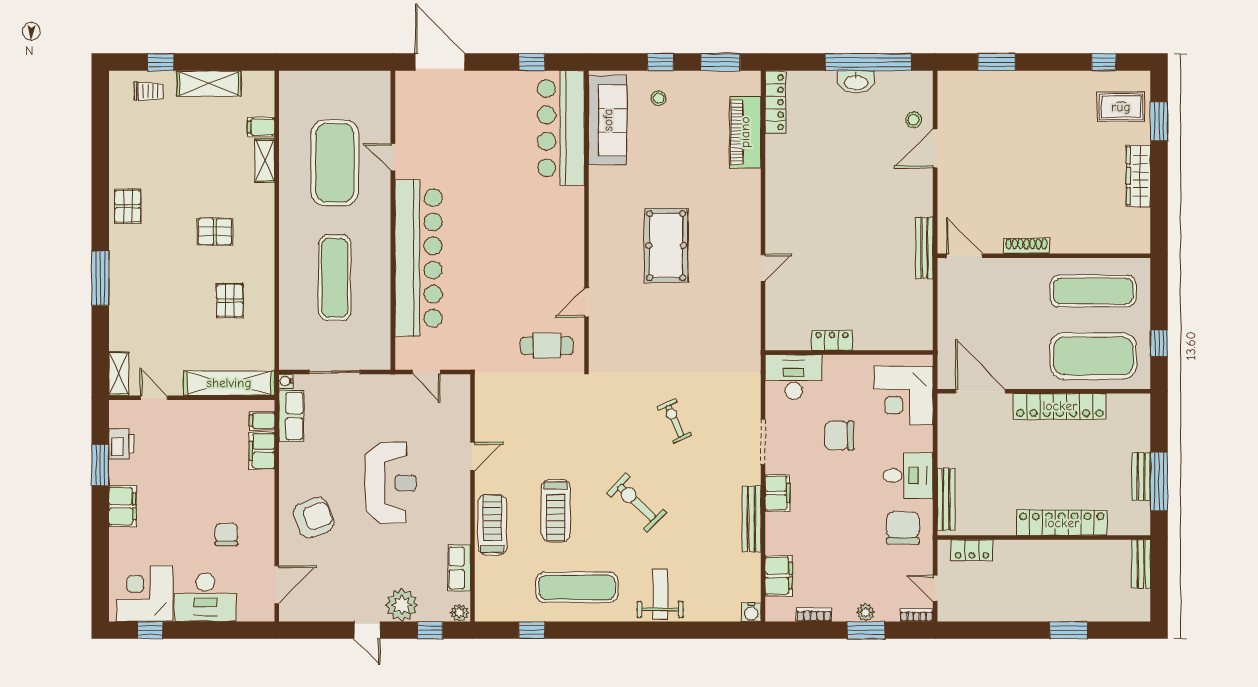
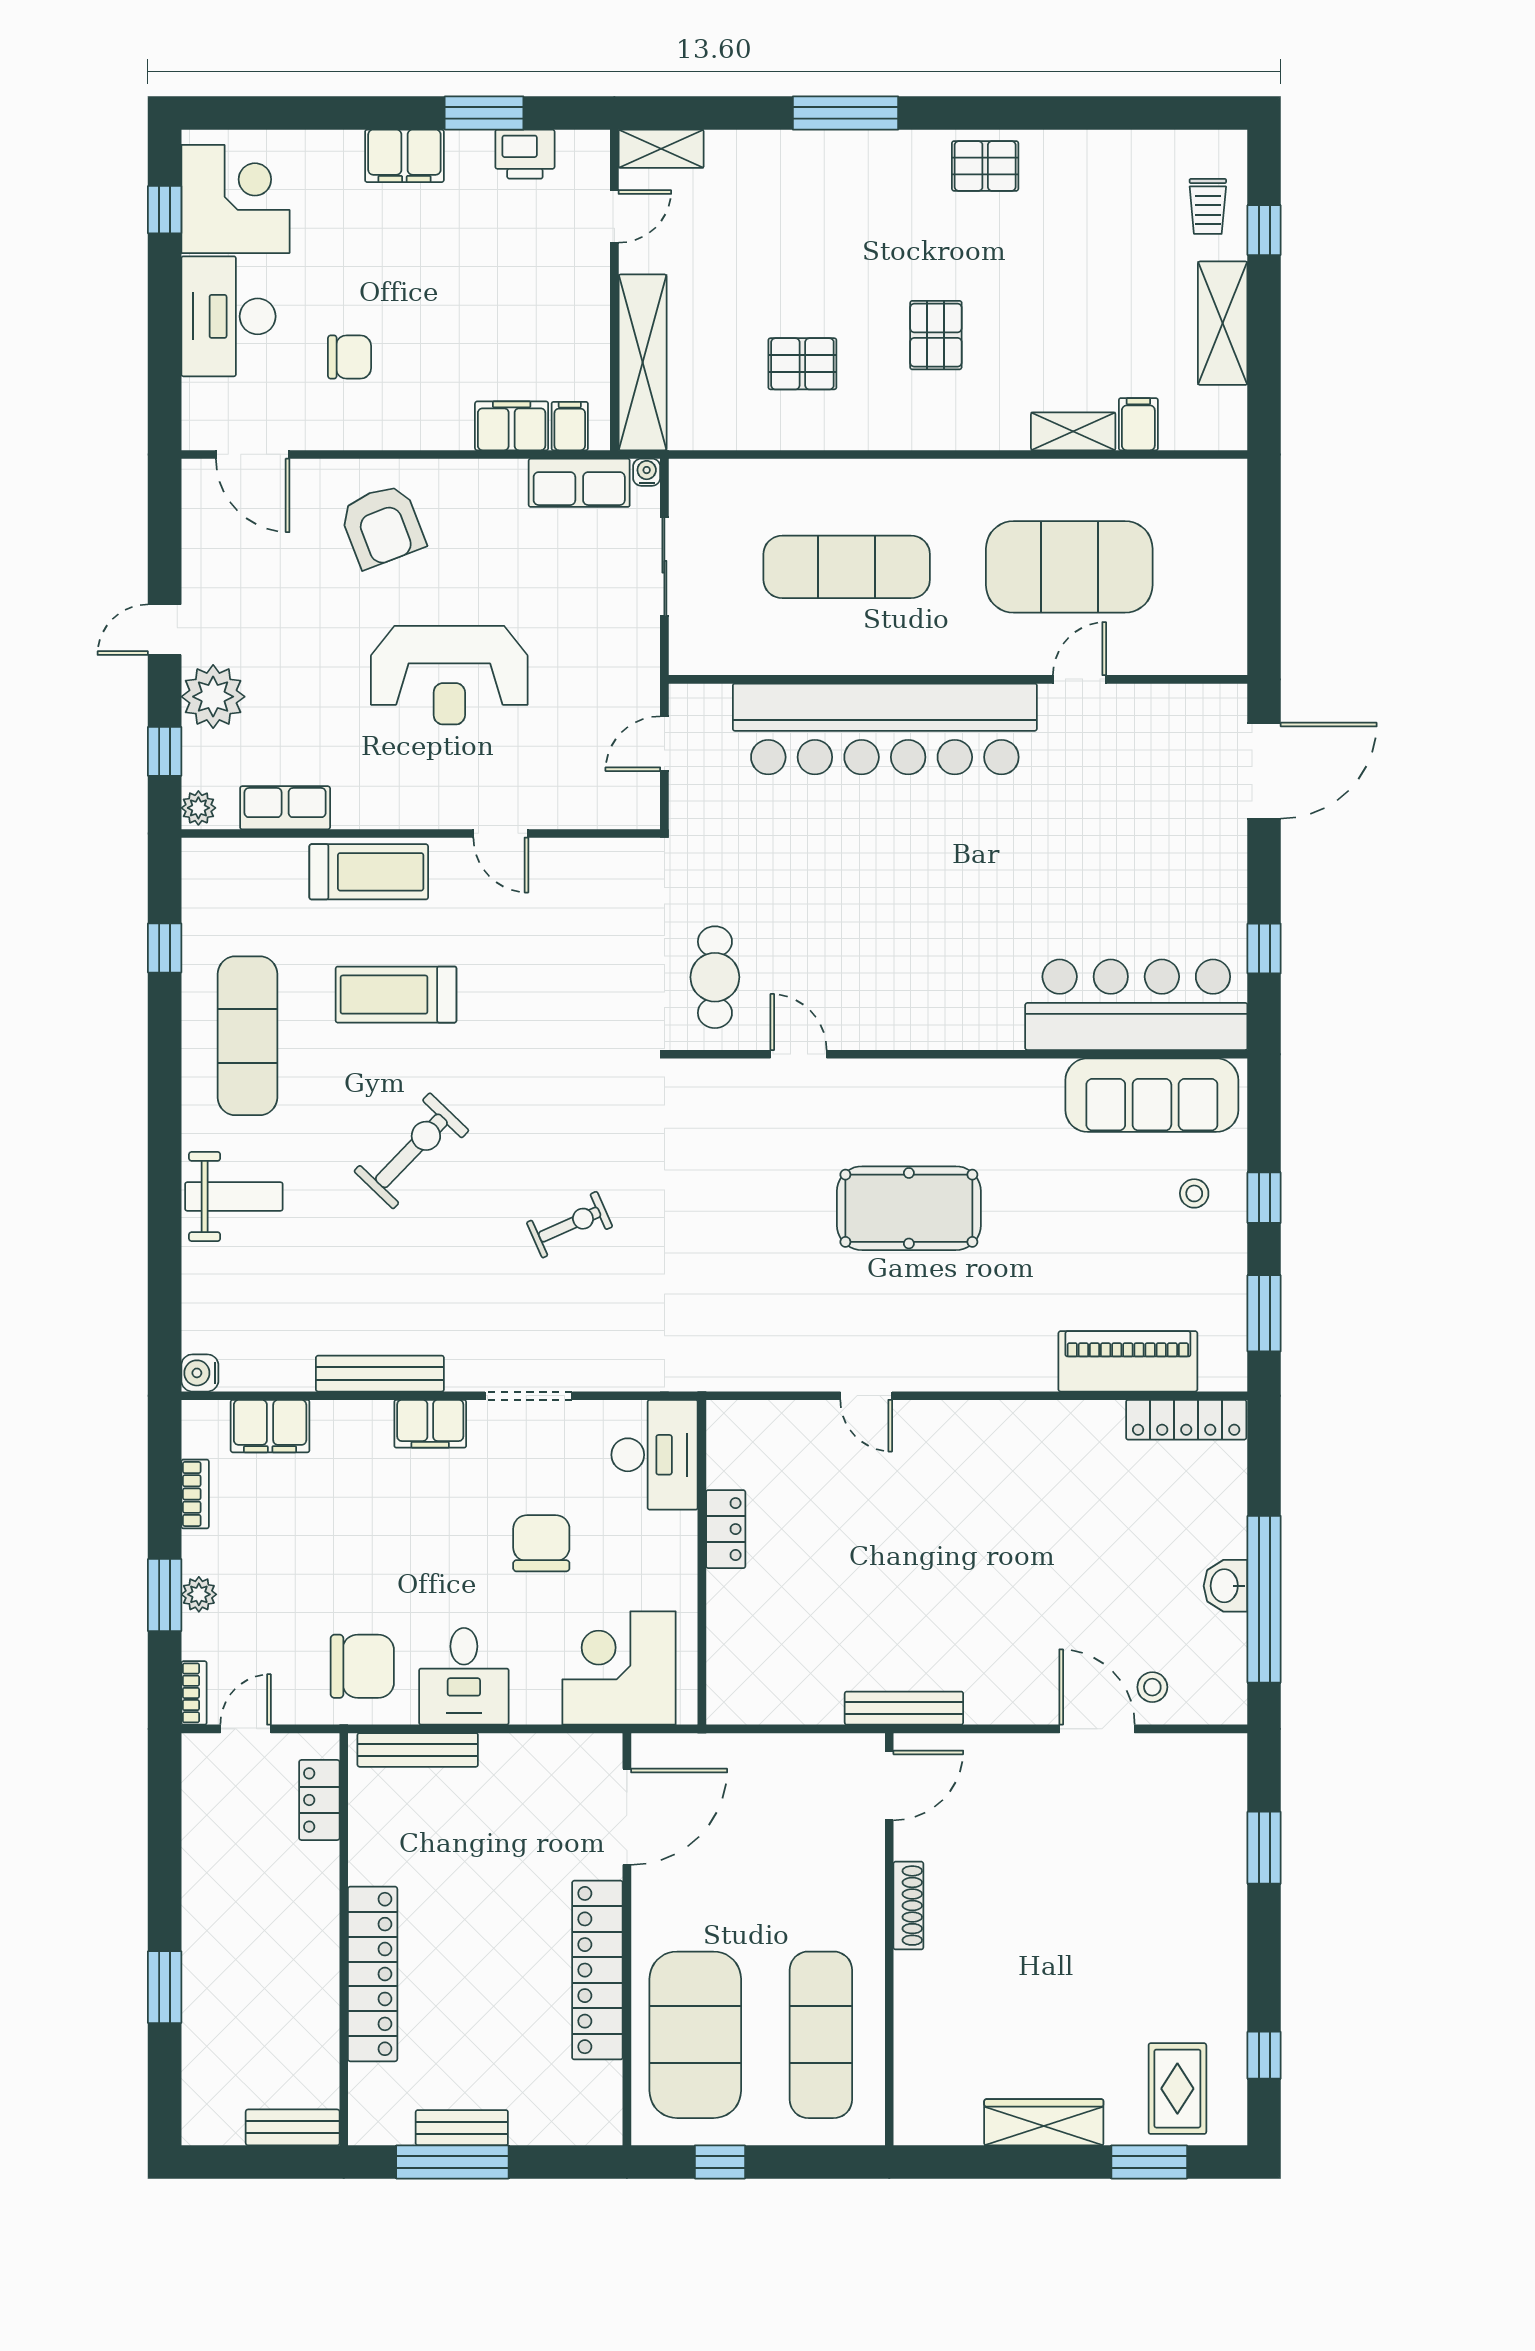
washbasin: (856, 82) -> (1226, 1586), width x0.72

